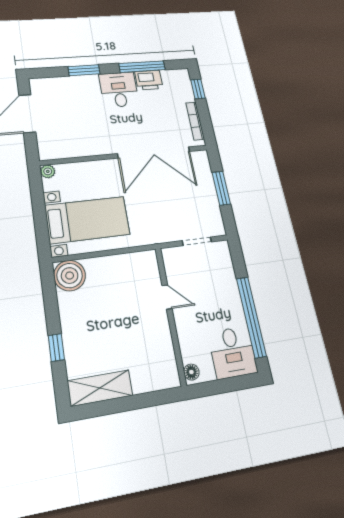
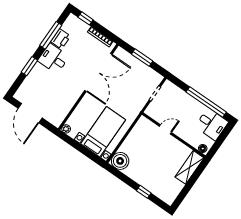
shelving: (100, 388) -> (190, 167), moved

